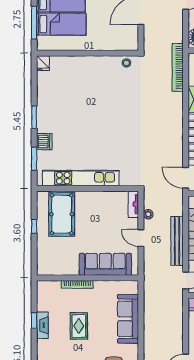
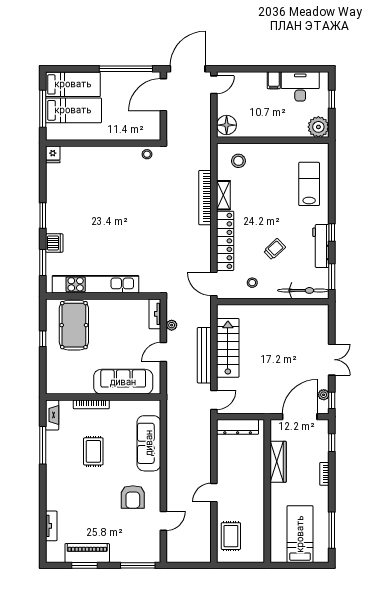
bookcase: (178, 67) -> (205, 198), moved
door: (141, 238) -> (163, 352), hinge flipped
window: (34, 321) -> (43, 445), width x2.17
fireplace: (42, 325) -> (52, 415), moved

